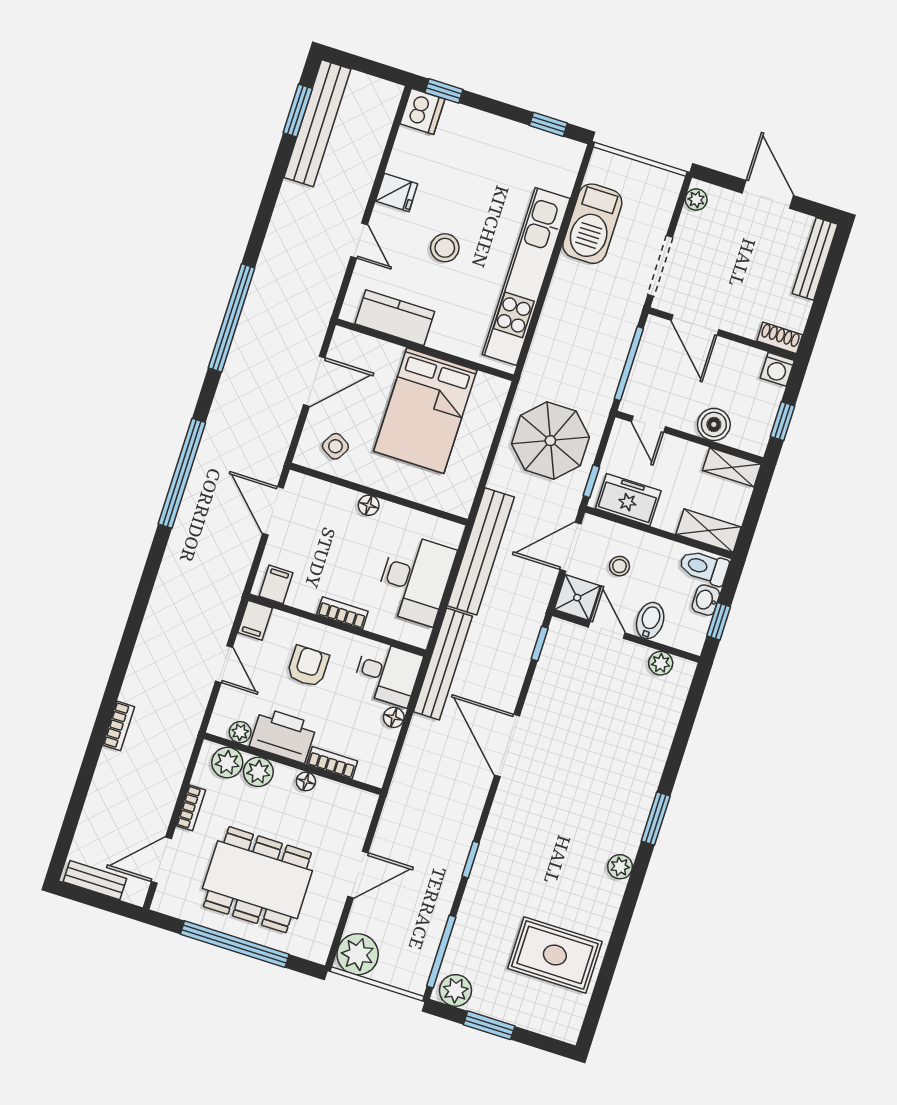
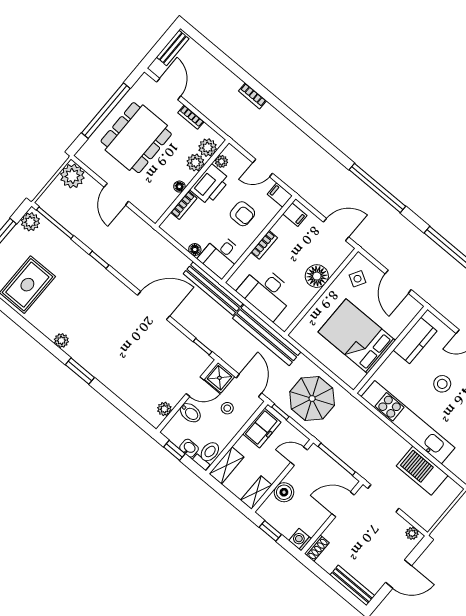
floor lamp: (369, 505) -> (317, 276), width x1.89, depth x1.89

